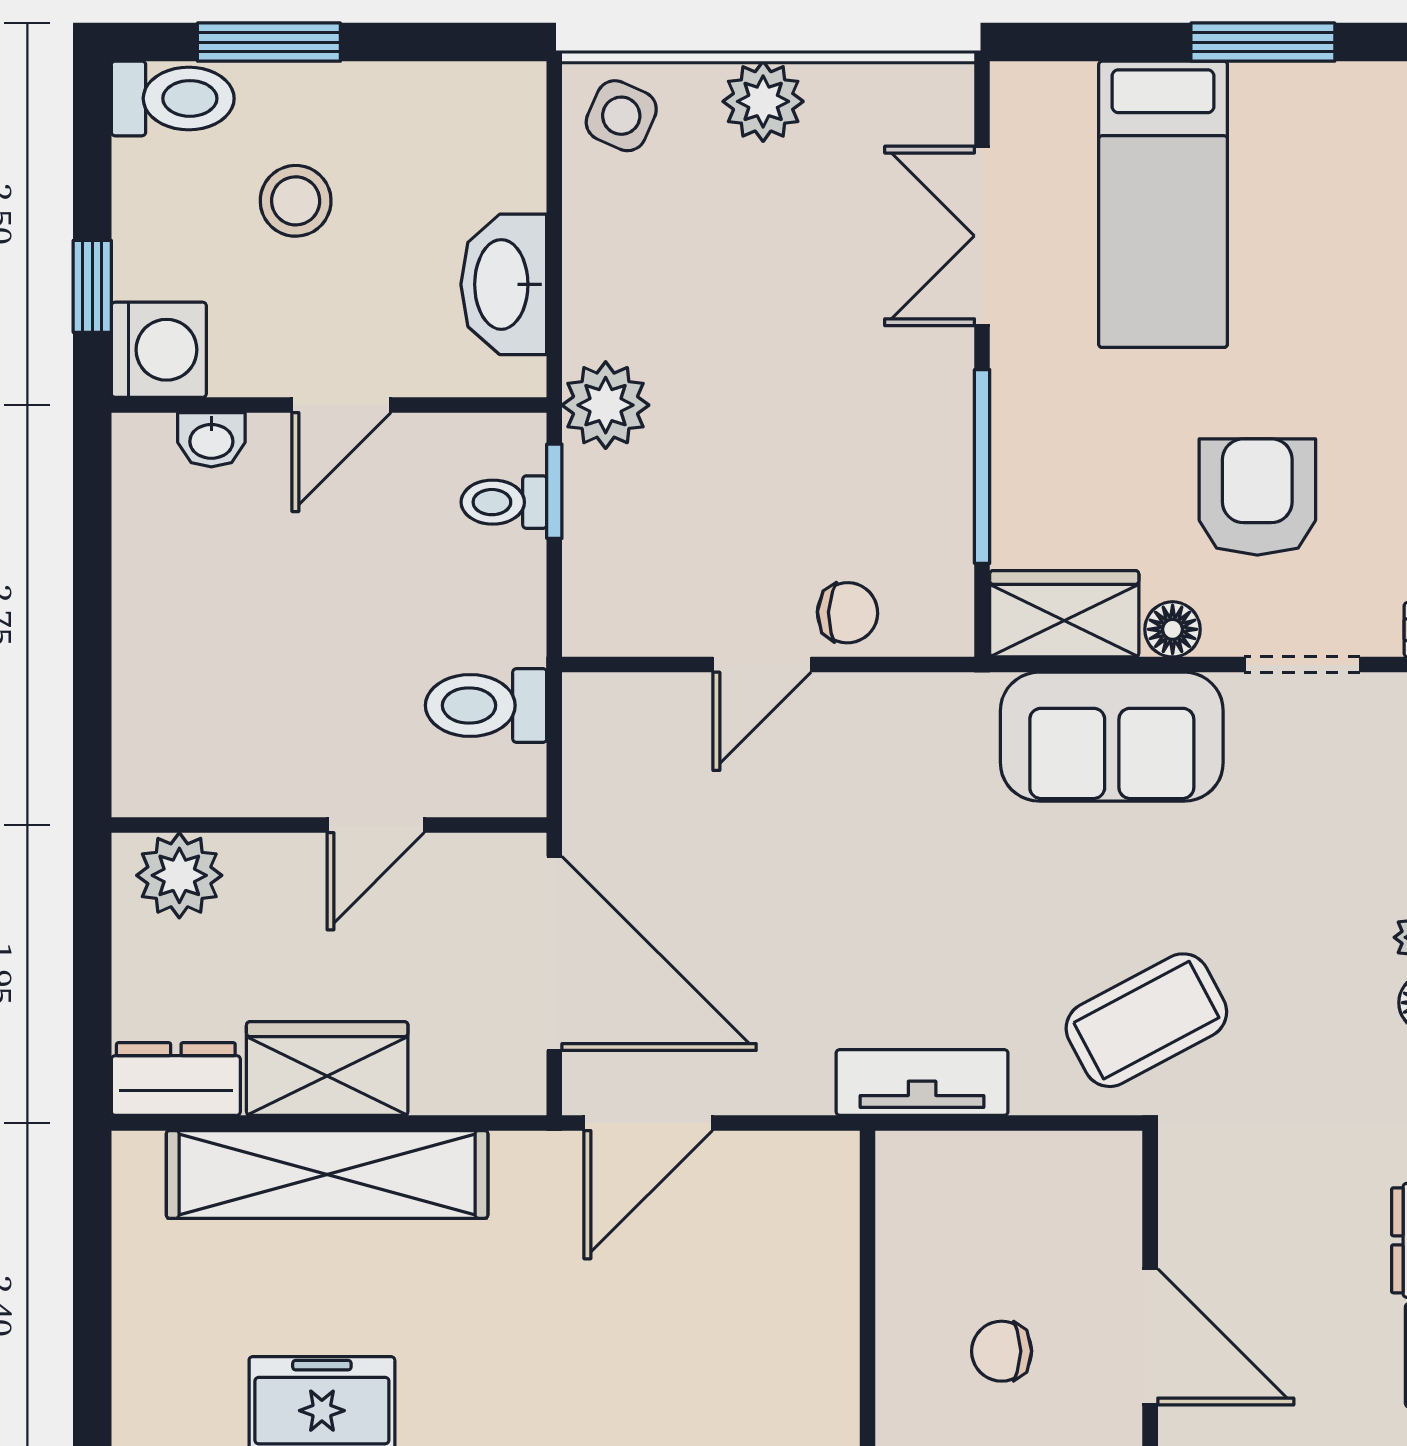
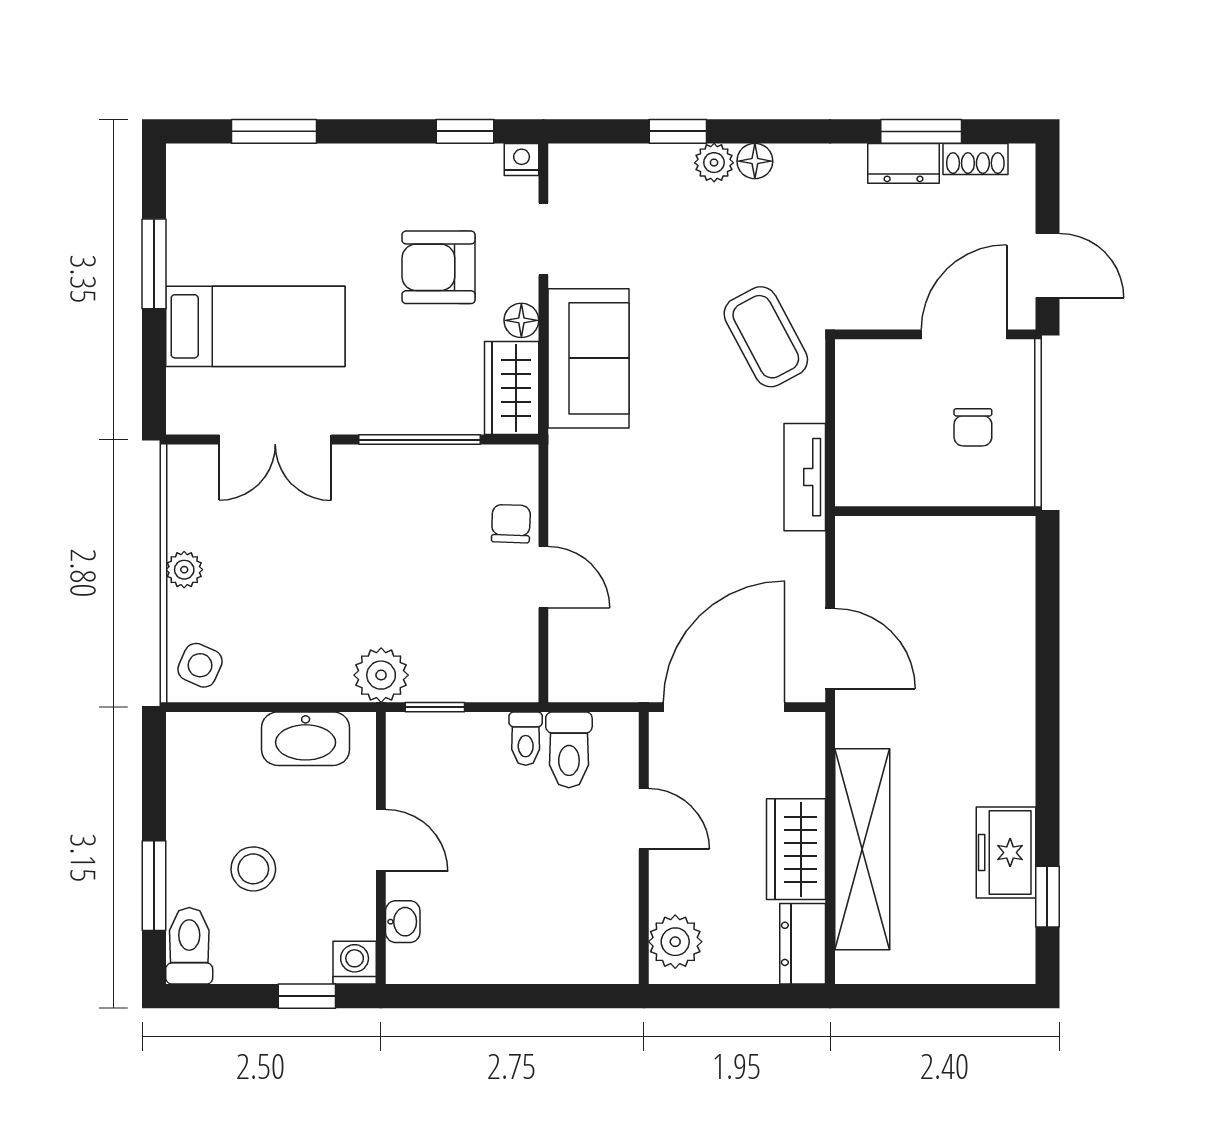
plant: (763, 101) -> (184, 570), width x0.73, depth x0.73
washing machine: (159, 350) -> (355, 963), width x0.73, depth x0.73
toilet: (504, 502) -> (526, 739), moved

